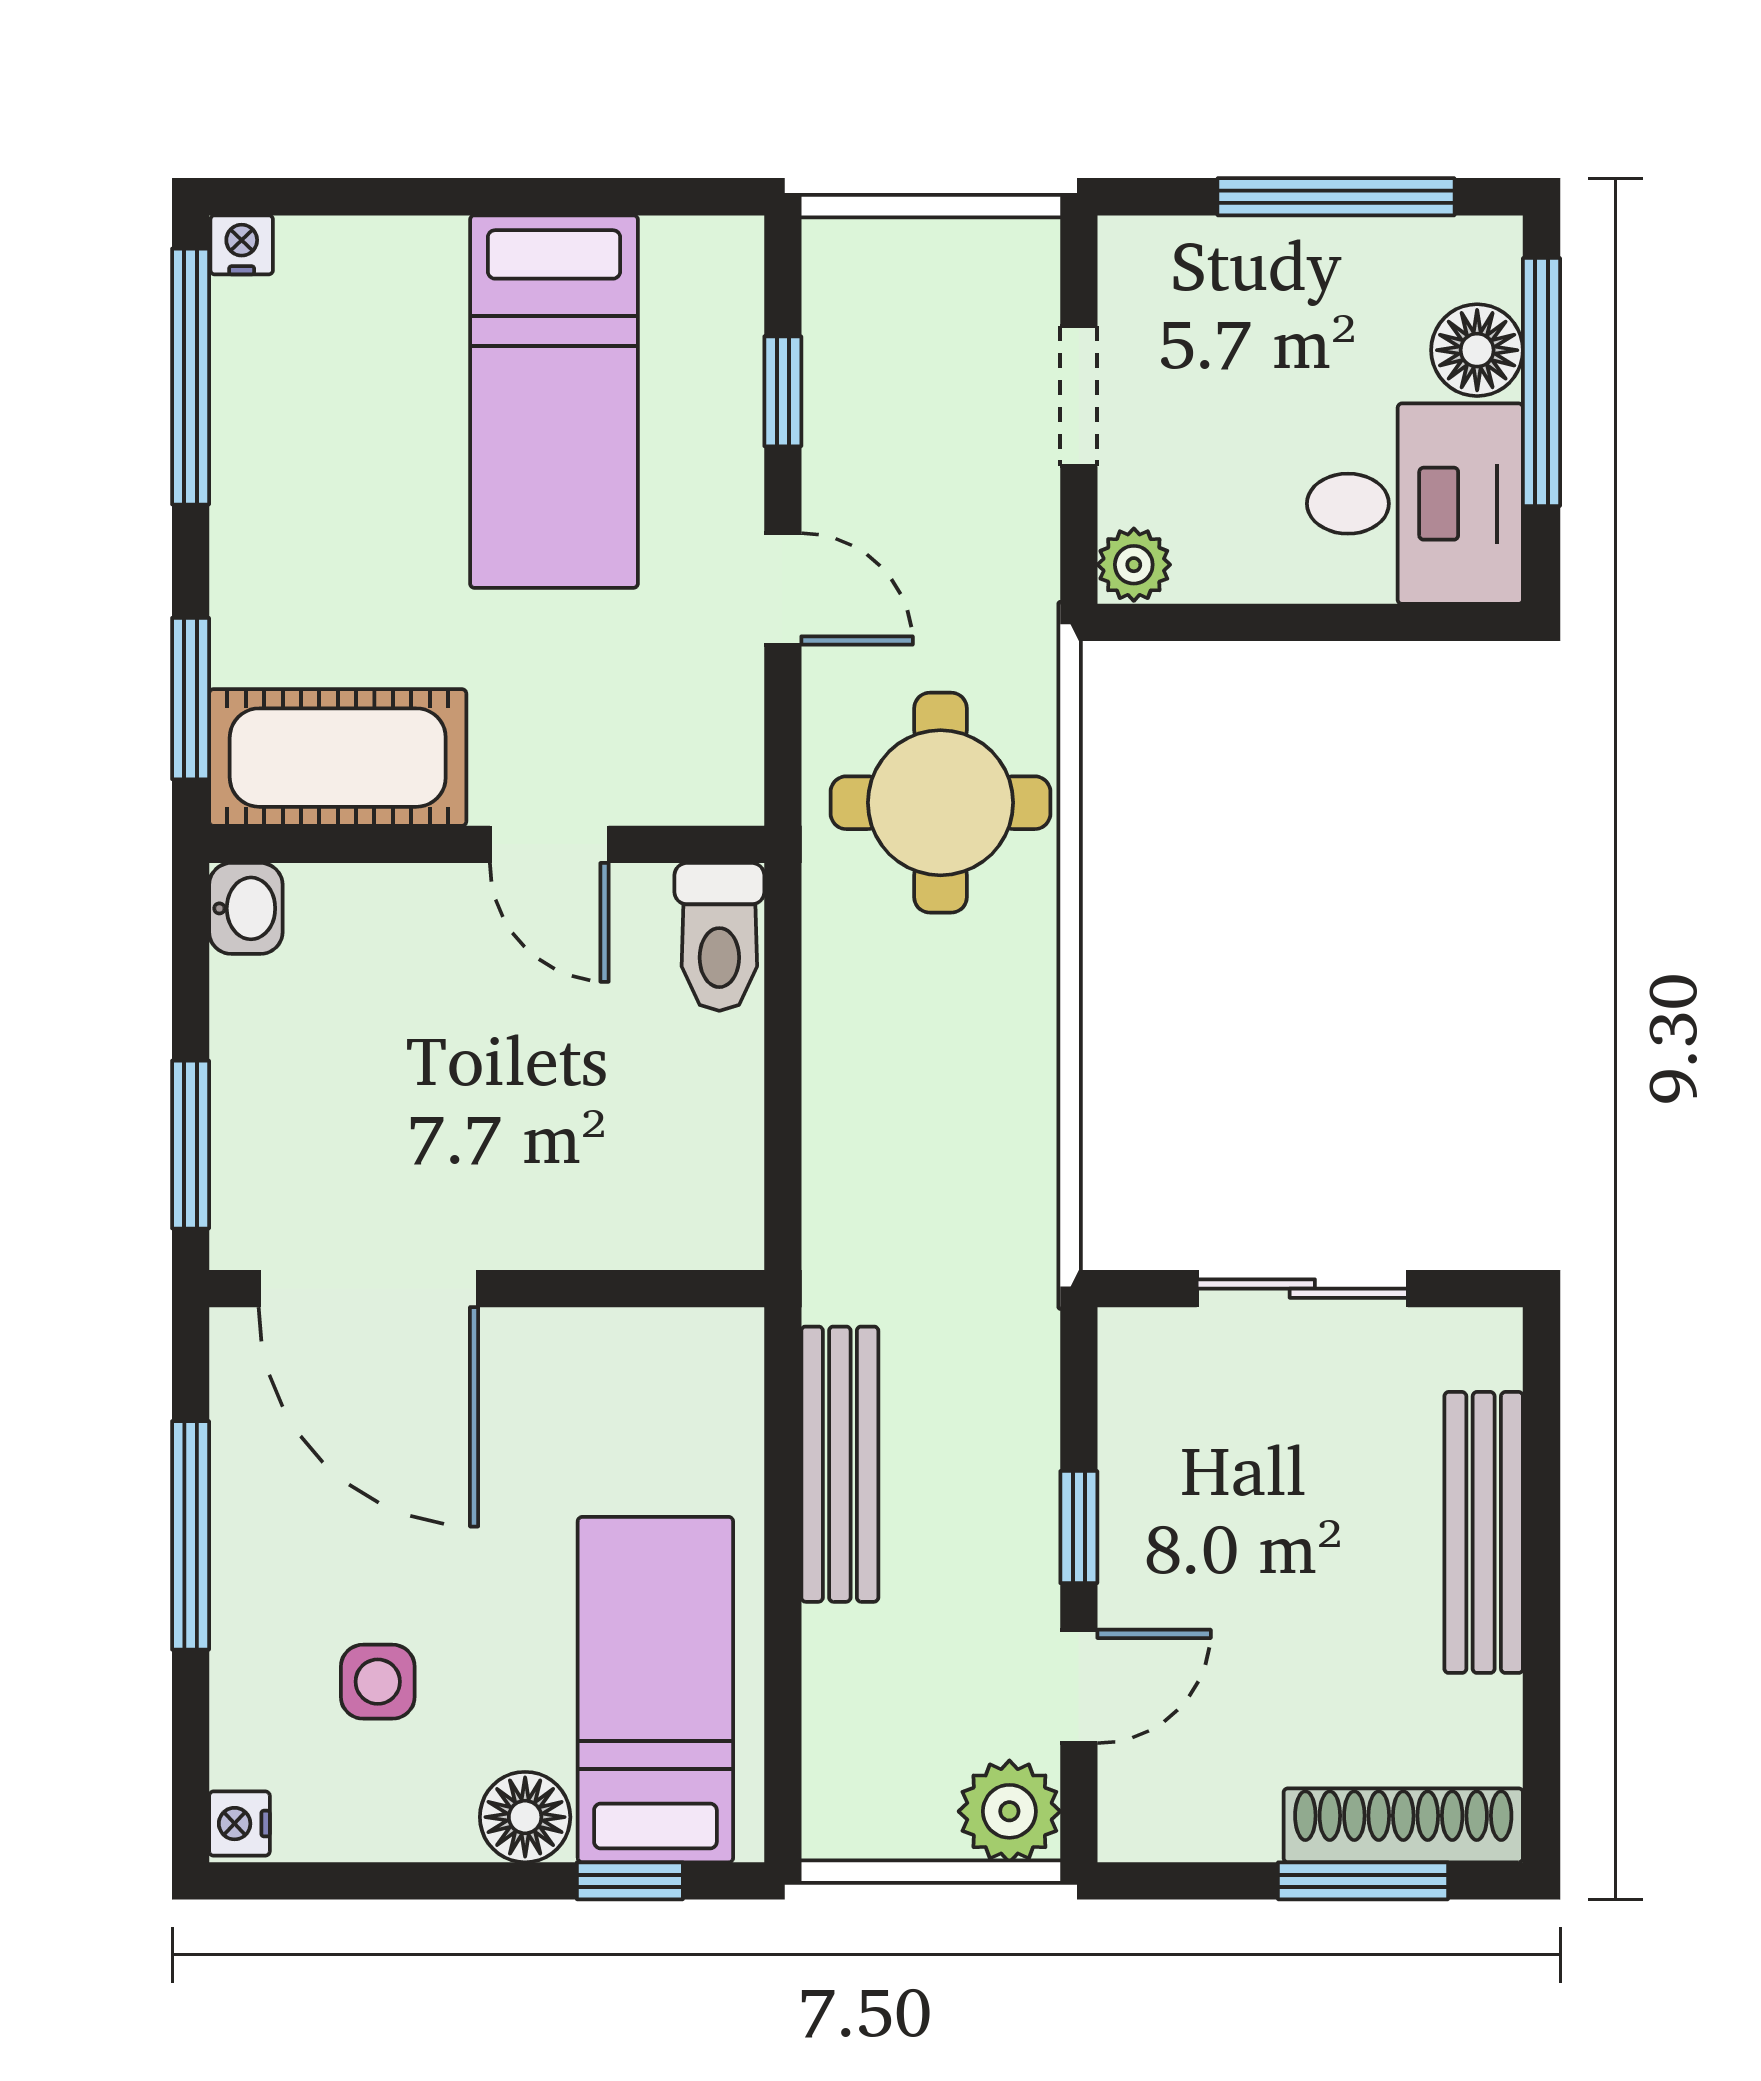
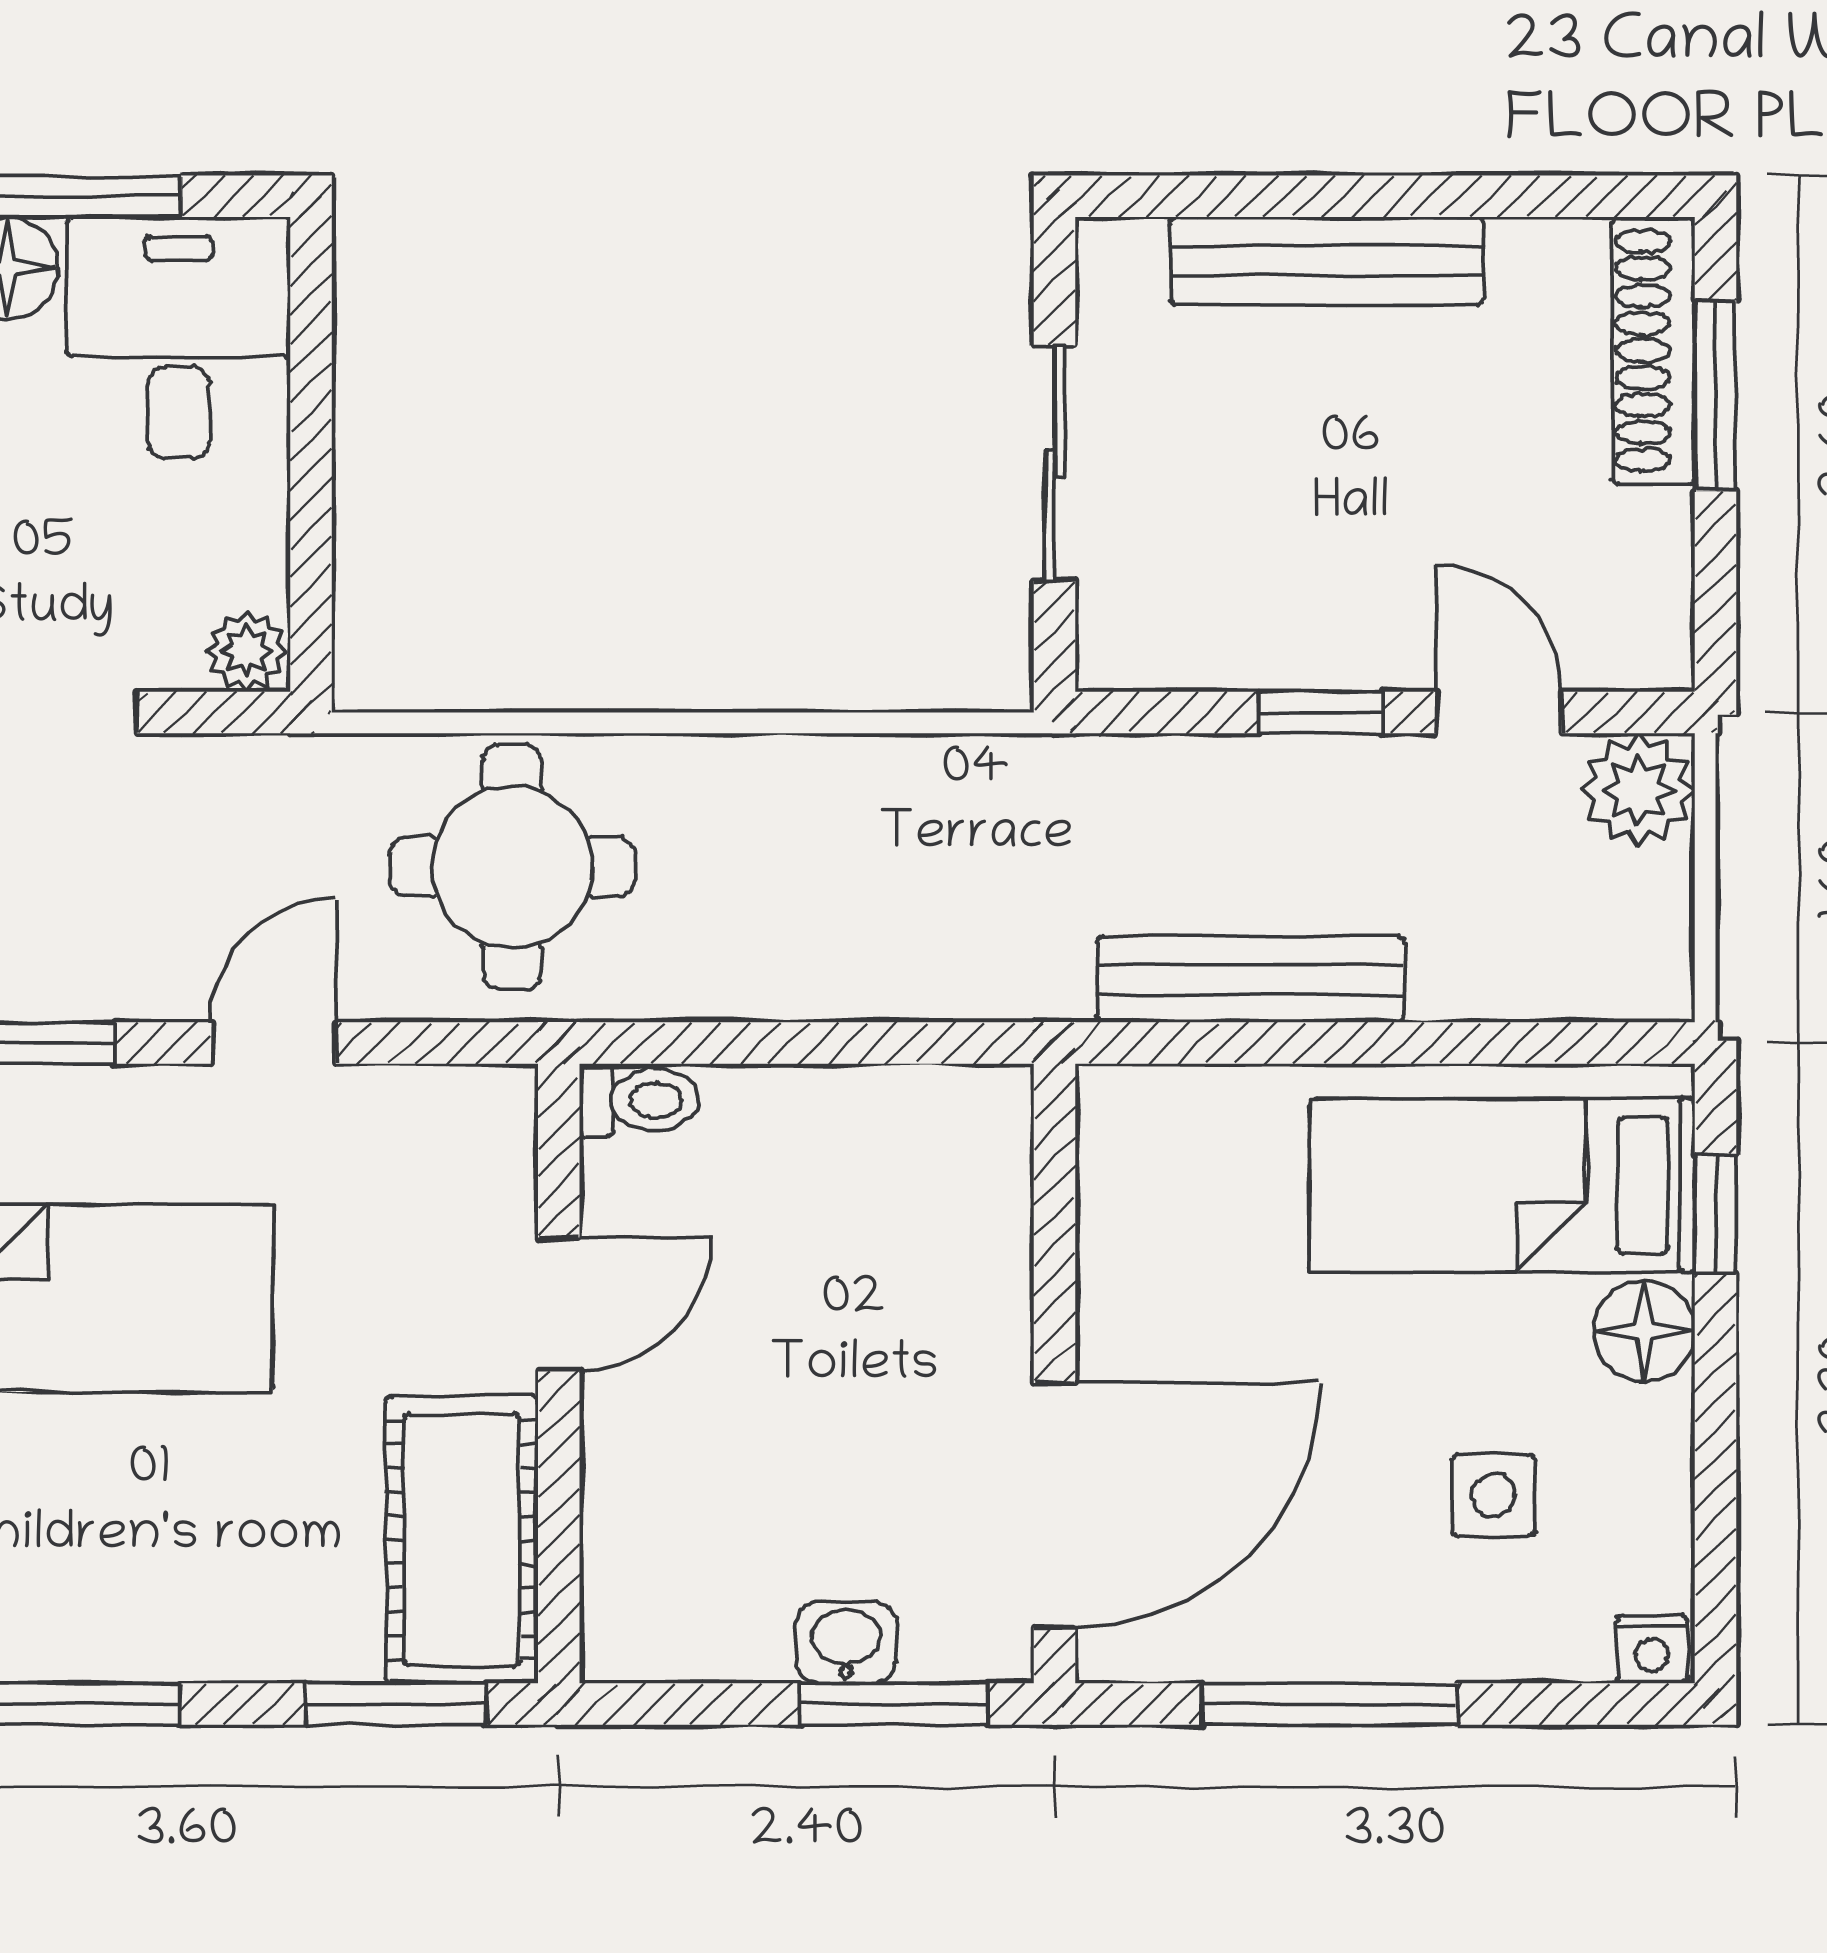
washbasin: (246, 908) -> (846, 1642), moved
toilet: (719, 937) -> (639, 1100), width x0.73, depth x0.72

